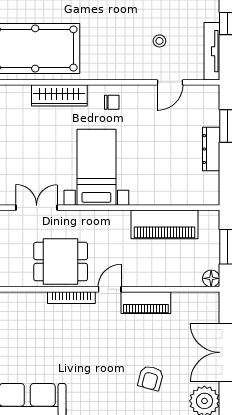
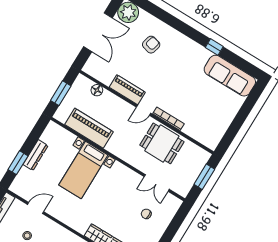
chair: (112, 102) -> (146, 214), moved
bed with nightstands: (96, 167) -> (83, 170), moved
floor lamp: (211, 278) -> (97, 90), moved

